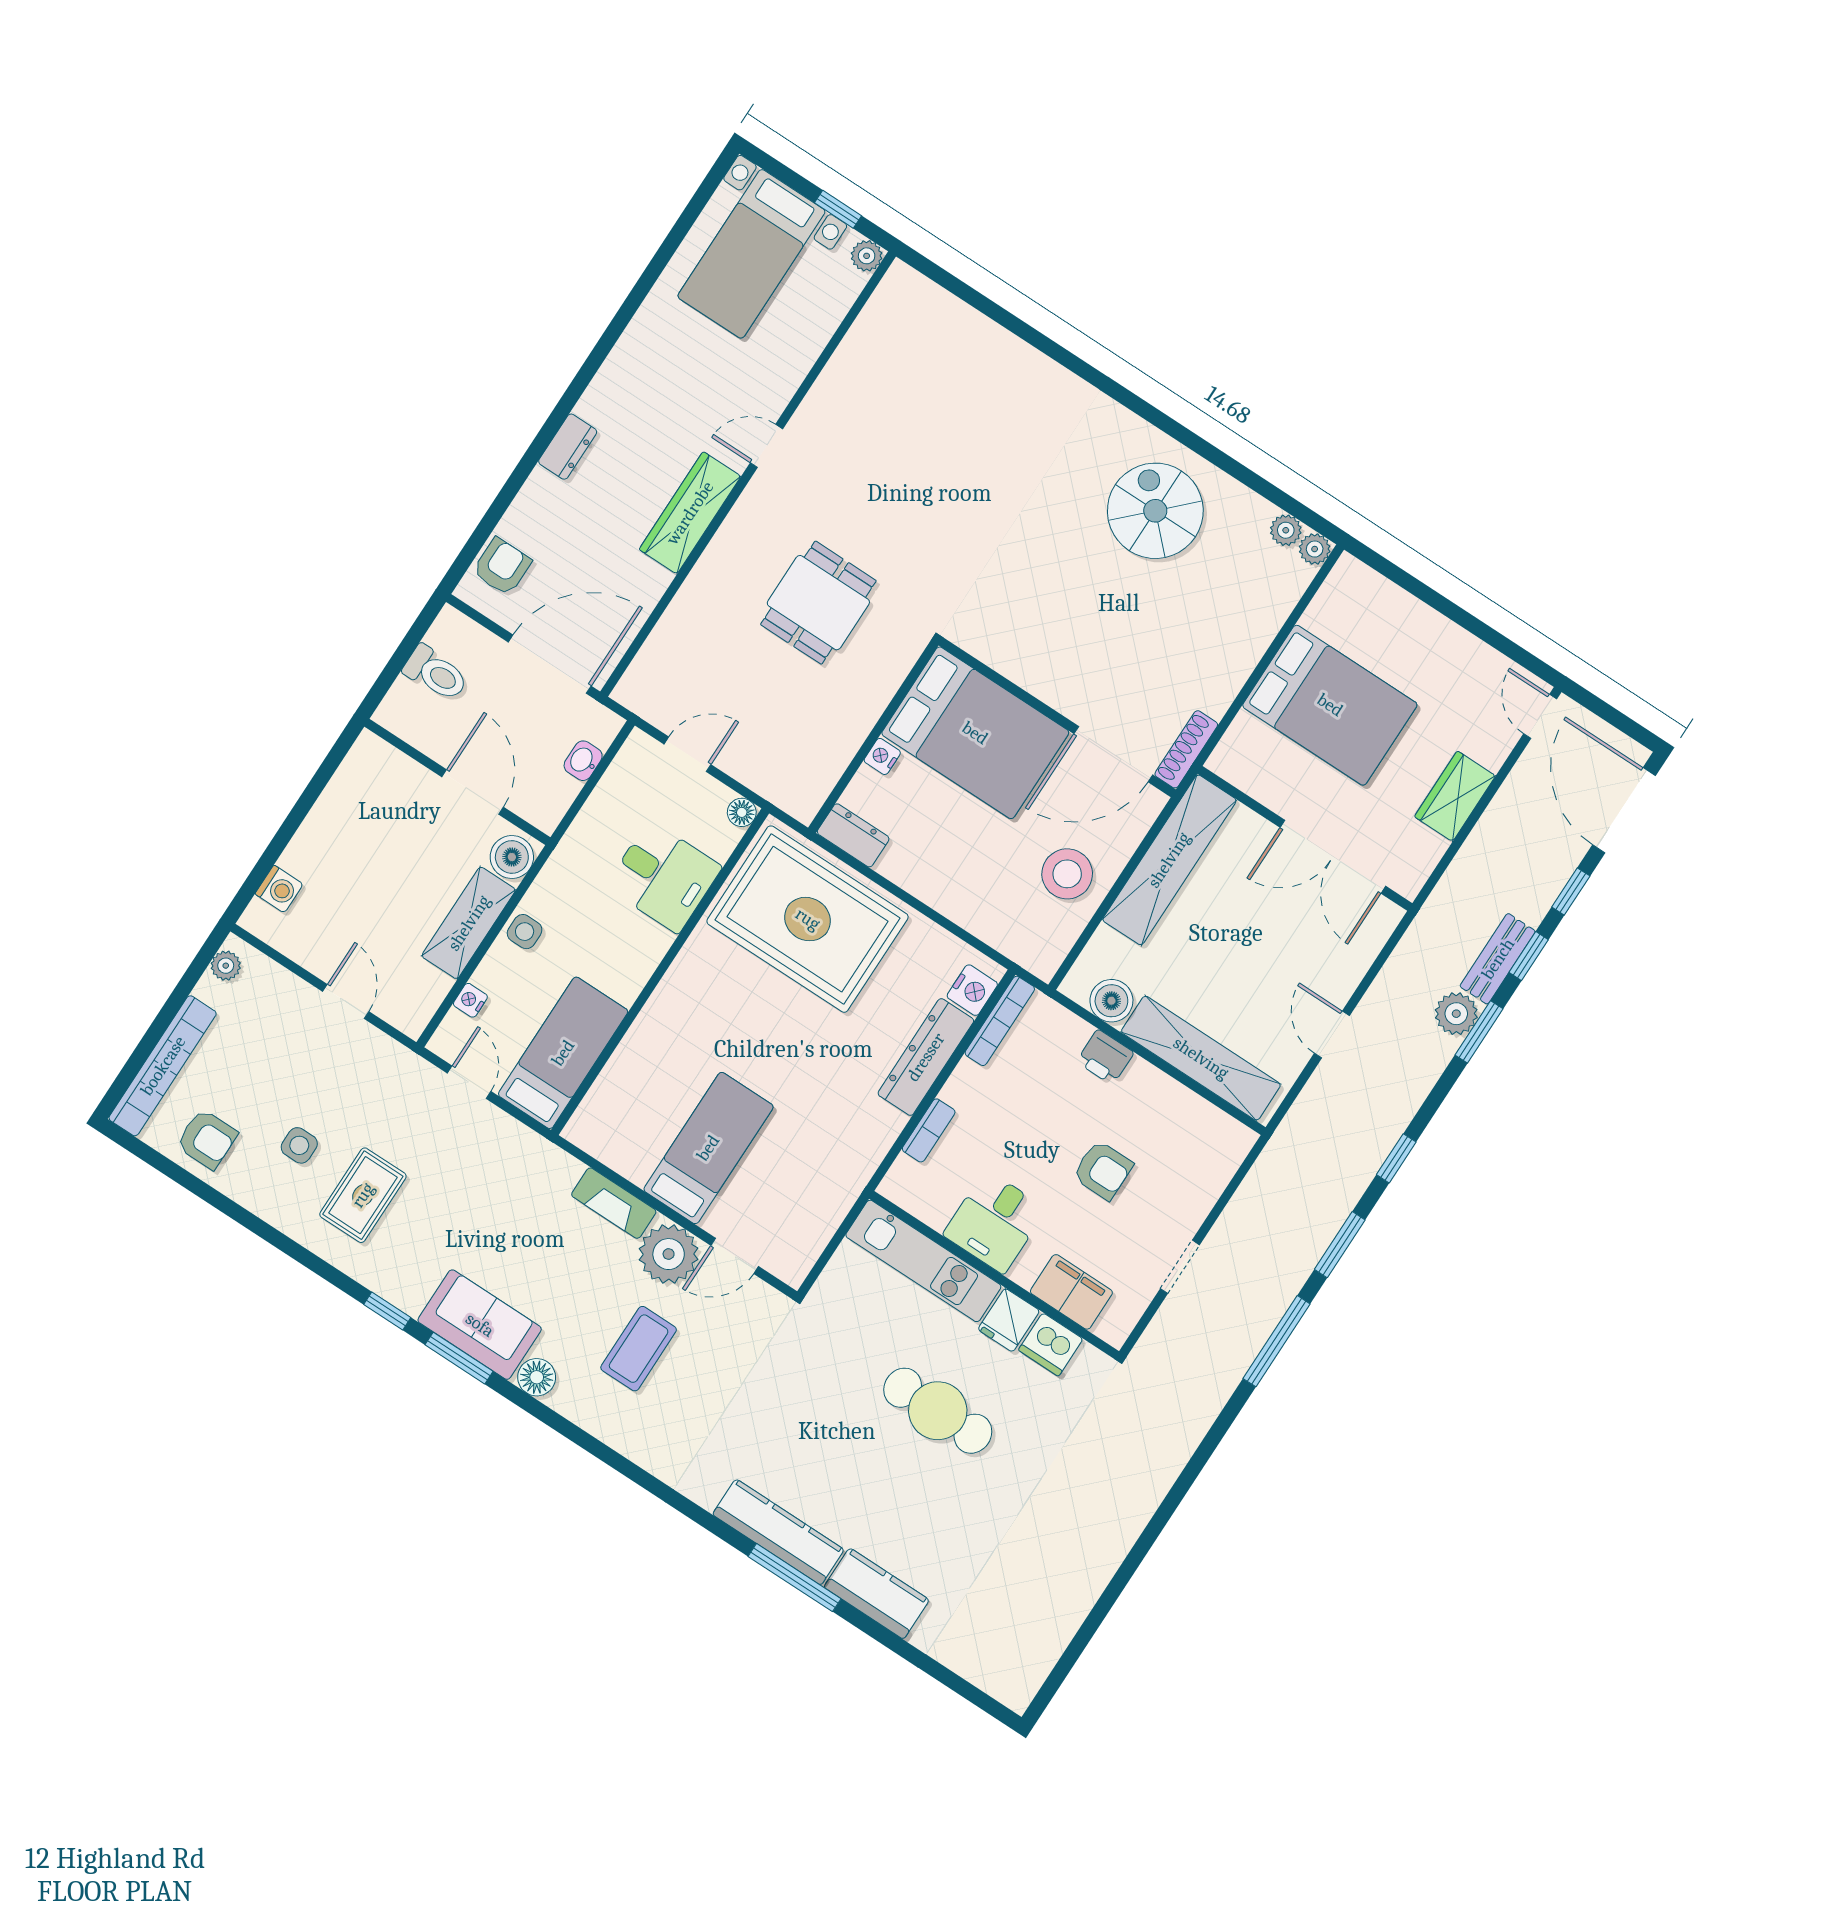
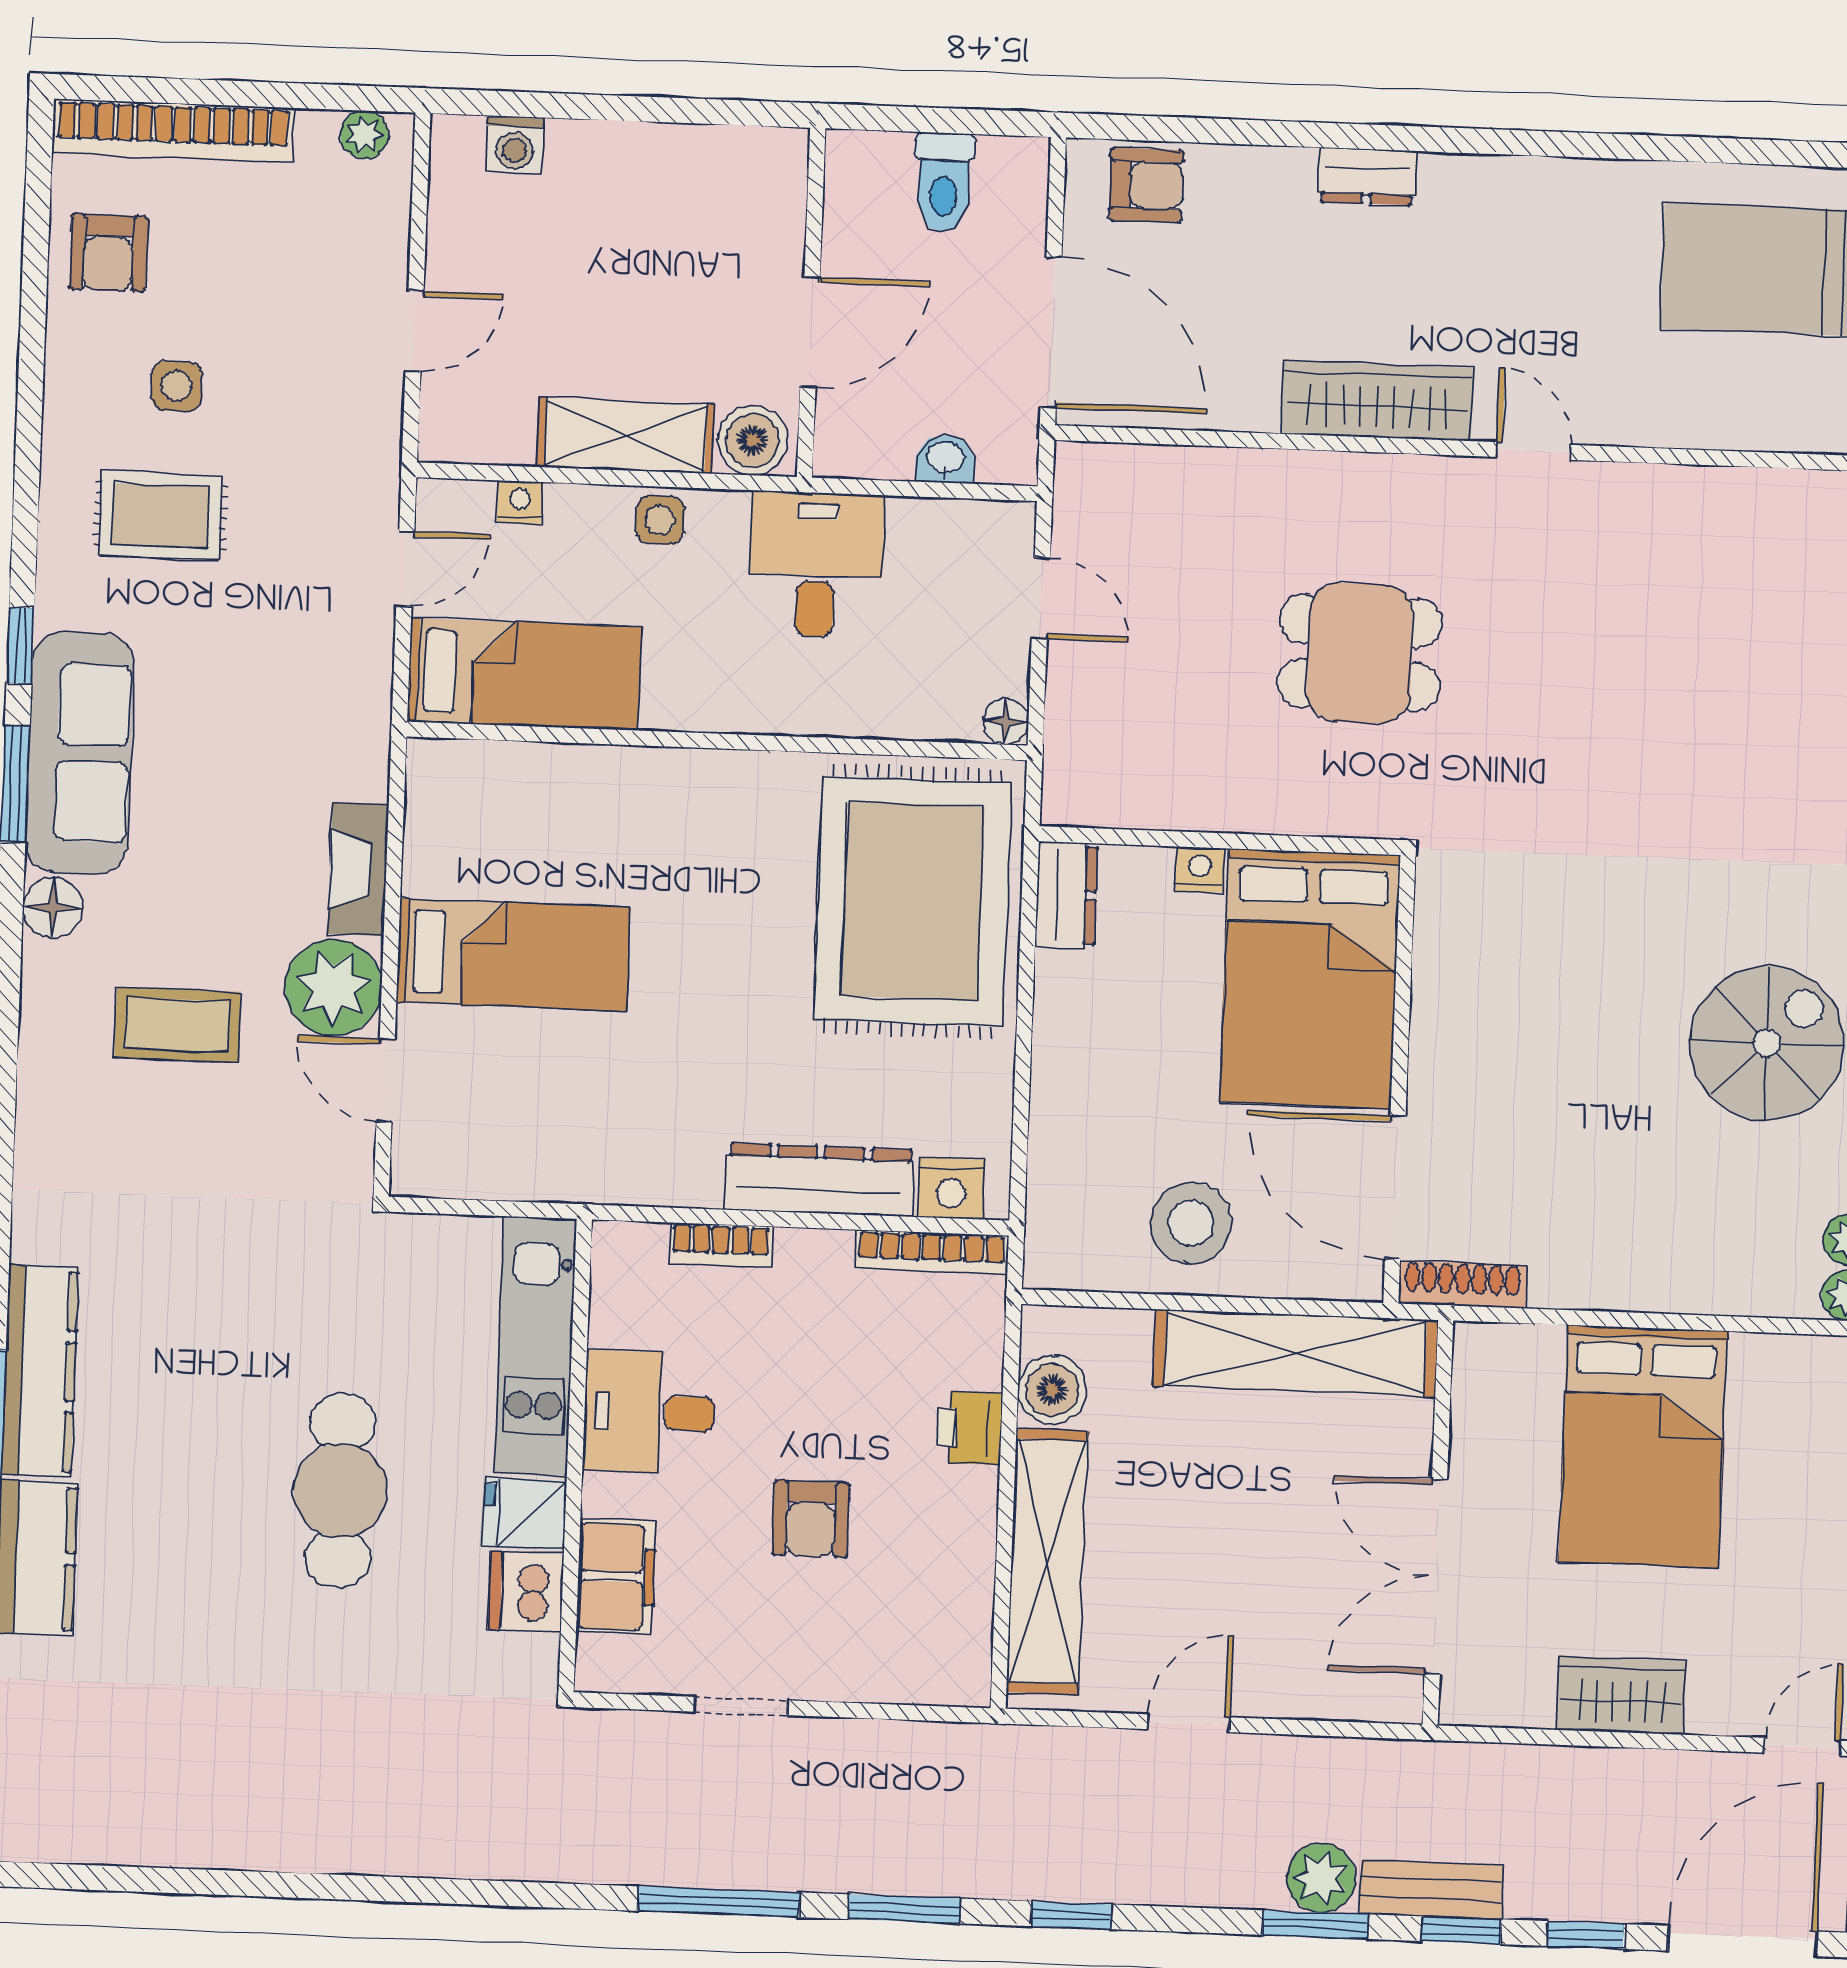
desk: (664, 877) -> (816, 564), moved, turned 180
sofa: (480, 1325) -> (80, 753), width x1.36

